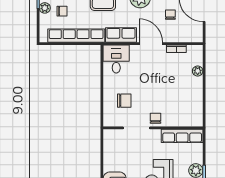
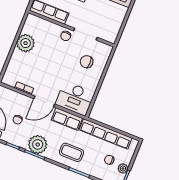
door: (151, 44) -> (44, 101), hinge flipped
desk: (116, 59) -> (75, 98), width x1.37
plant: (198, 71) -> (26, 43), moved, width x1.87, depth x1.87

